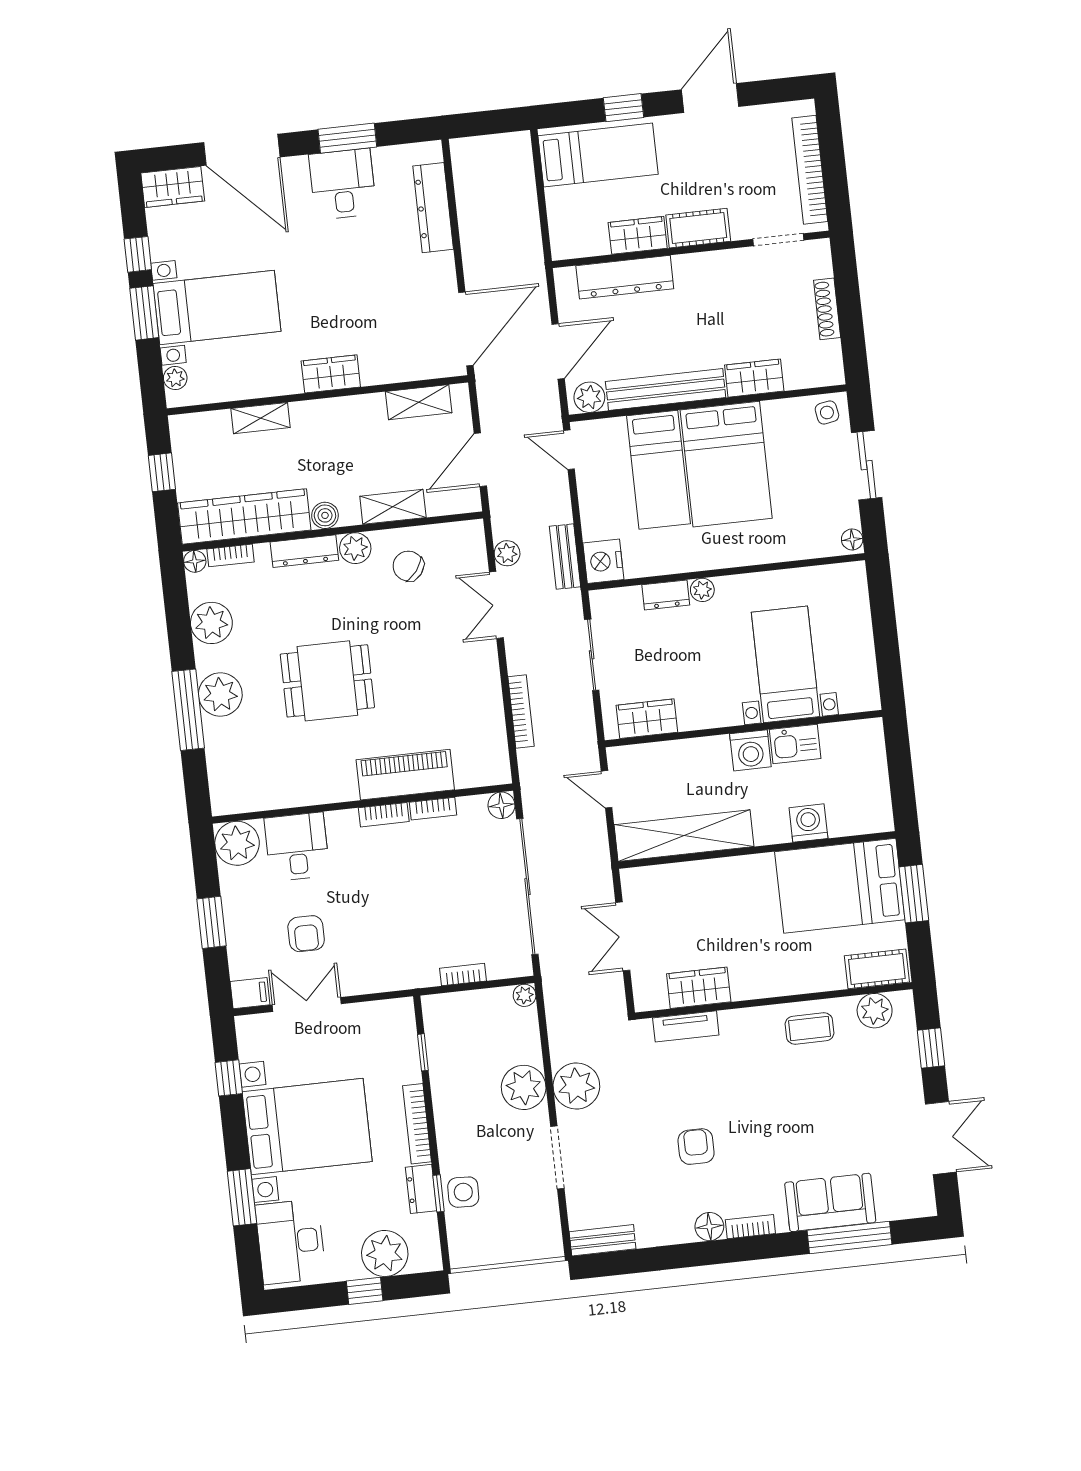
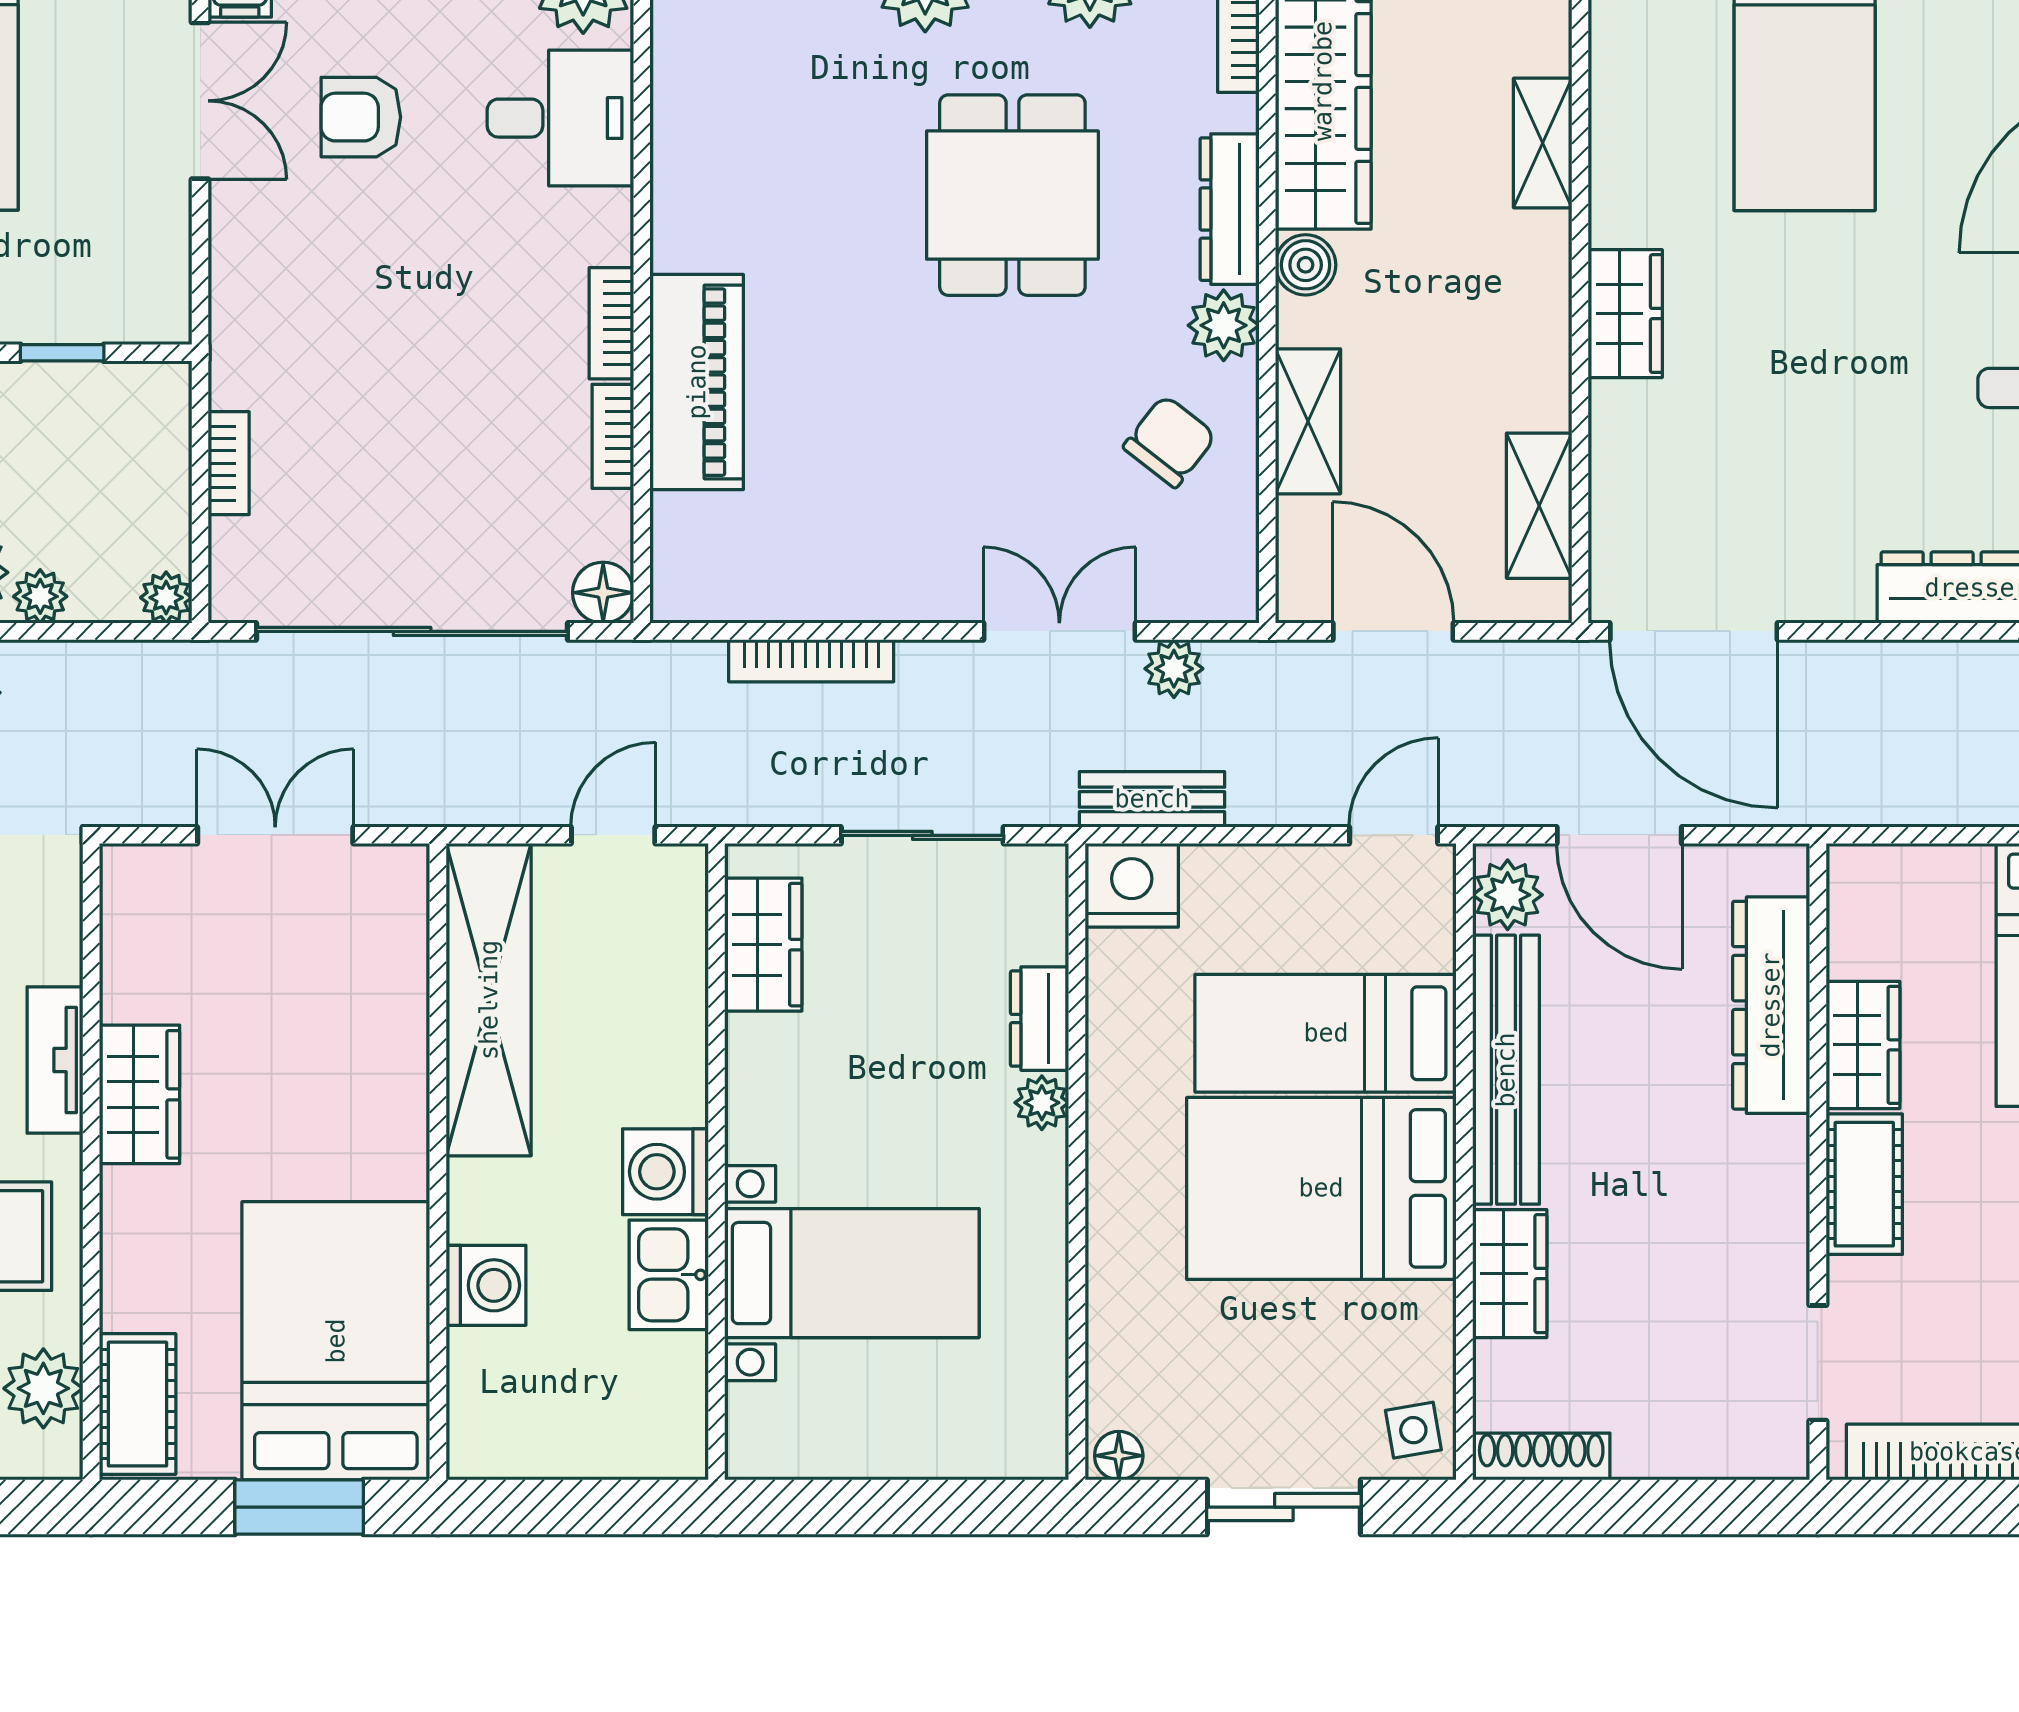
shoe rack: (827, 309) -> (1541, 1456), moved
dining table: (327, 681) -> (1012, 195), moved
wardrobe: (699, 988) -> (139, 1094), moved
tv unit: (686, 1026) -> (55, 1060), moved
plant: (530, 1050) -> (40, 596), added

